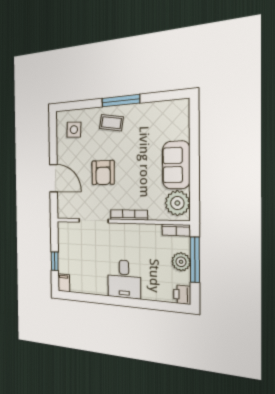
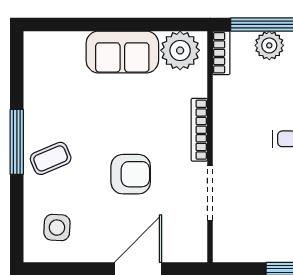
coffee table: (111, 123) -> (51, 158), turned 57

